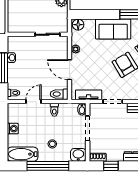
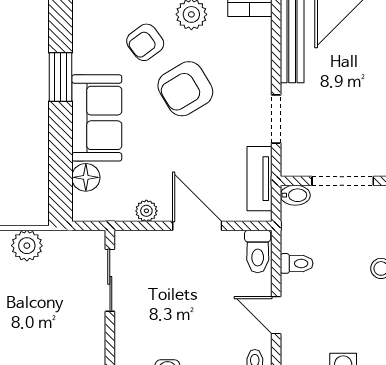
floor lamp: (78, 25) -> (86, 177), moved
door: (69, 70) -> (197, 226), swing flipped

